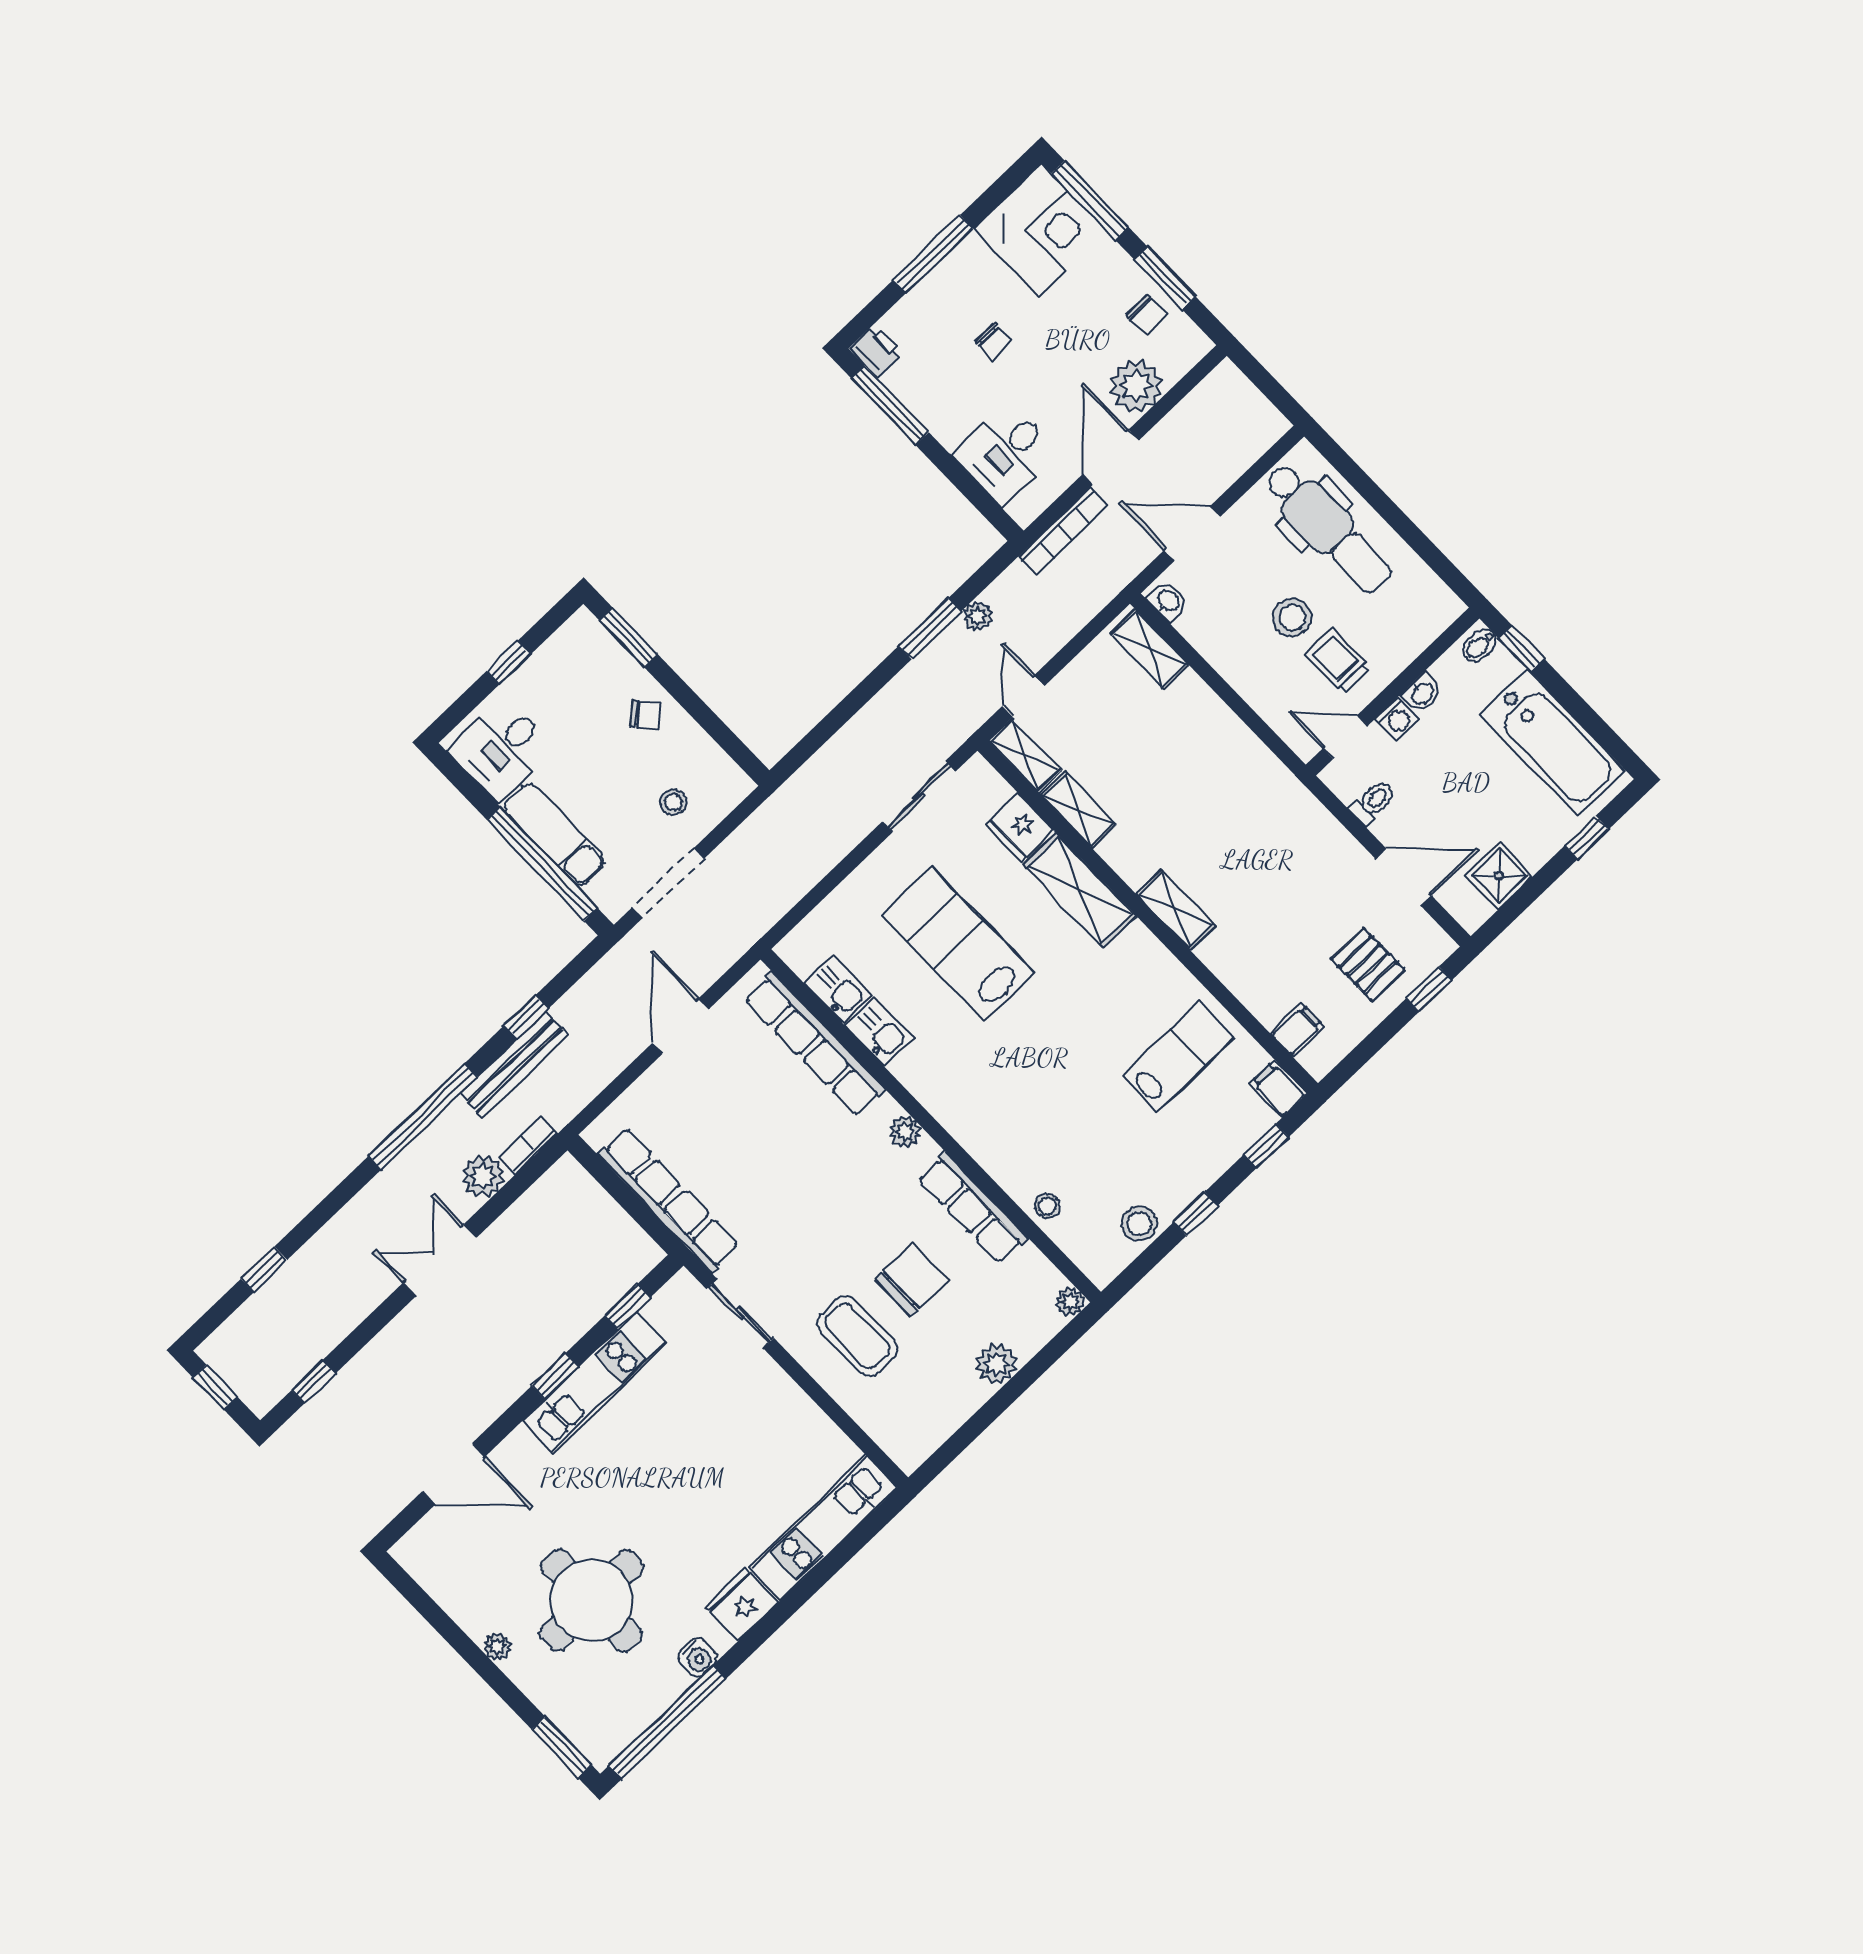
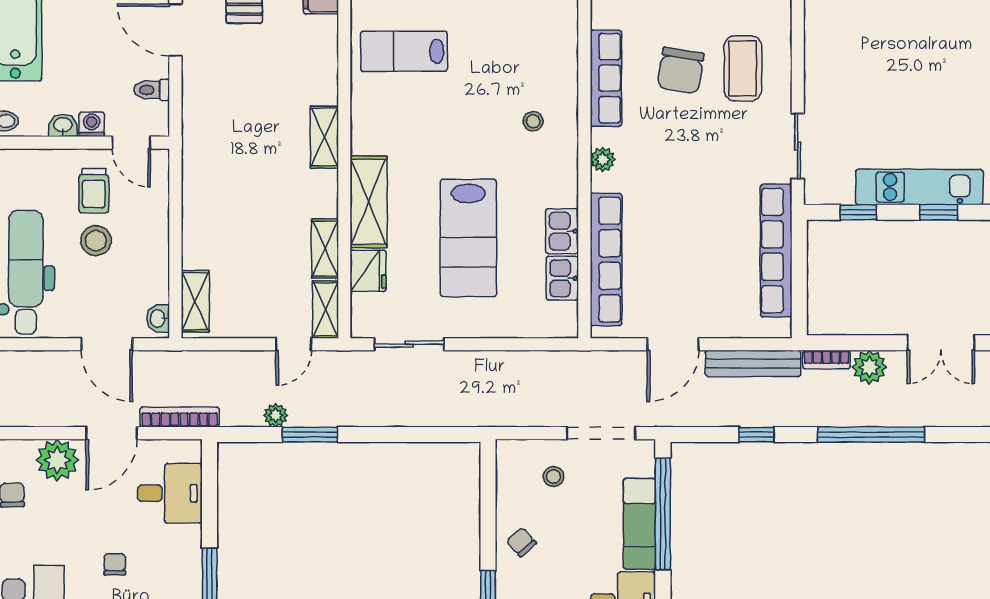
bench: (514, 1065) -> (753, 363), moved
stool: (1047, 1206) -> (533, 121), moved
chair: (912, 1280) -> (681, 71), turned -81

